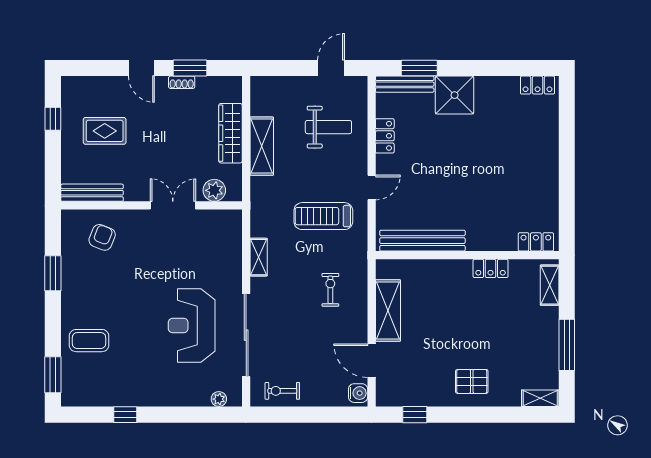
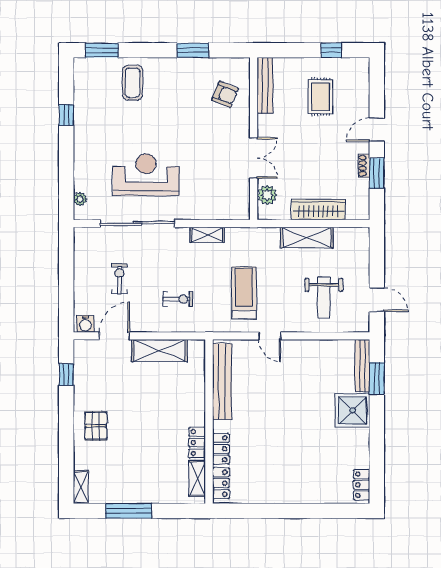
locker: (385, 136) -> (221, 449), moved, turned -90
shelving: (550, 285) -> (197, 479), moved, turned 90
exercise bike: (282, 391) -> (119, 279), moved

